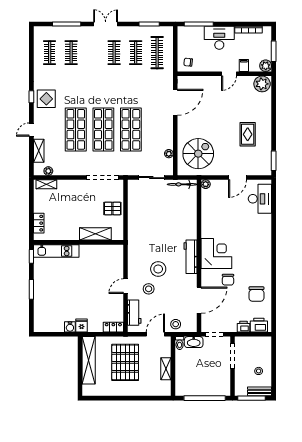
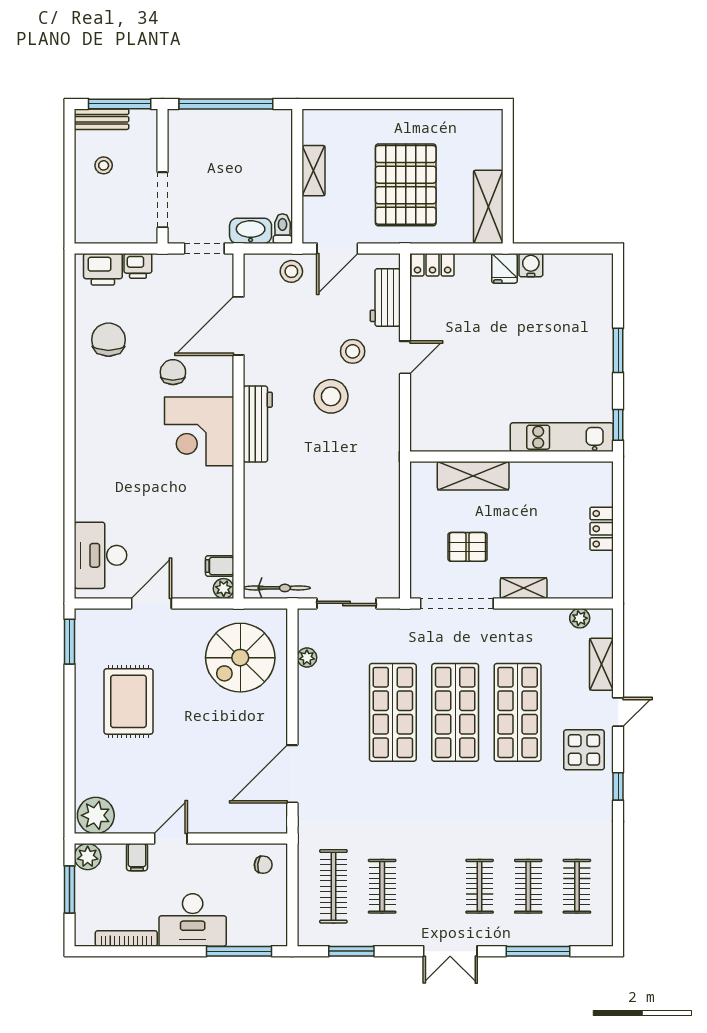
clothes rail: (114, 53) -> (480, 886), moved
display table: (46, 99) -> (584, 750), moved
rug: (248, 134) -> (128, 701), width x1.36, depth x1.43
shelving: (46, 184) -> (524, 588), moved
filing cabinet: (207, 194) -> (220, 566), added
pallet: (112, 209) -> (468, 547), moved
locker: (39, 223) -> (602, 529), moved
shelving: (89, 360) -> (488, 207), width x0.68

